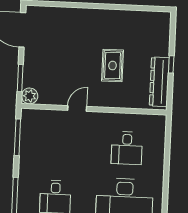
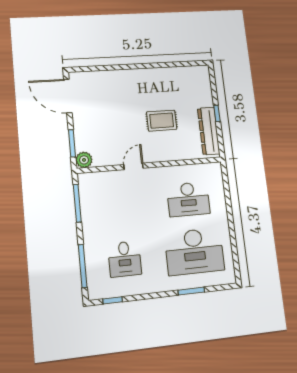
rug: (113, 65) -> (162, 121), turned 90
desk: (127, 148) -> (188, 199), width x1.37

